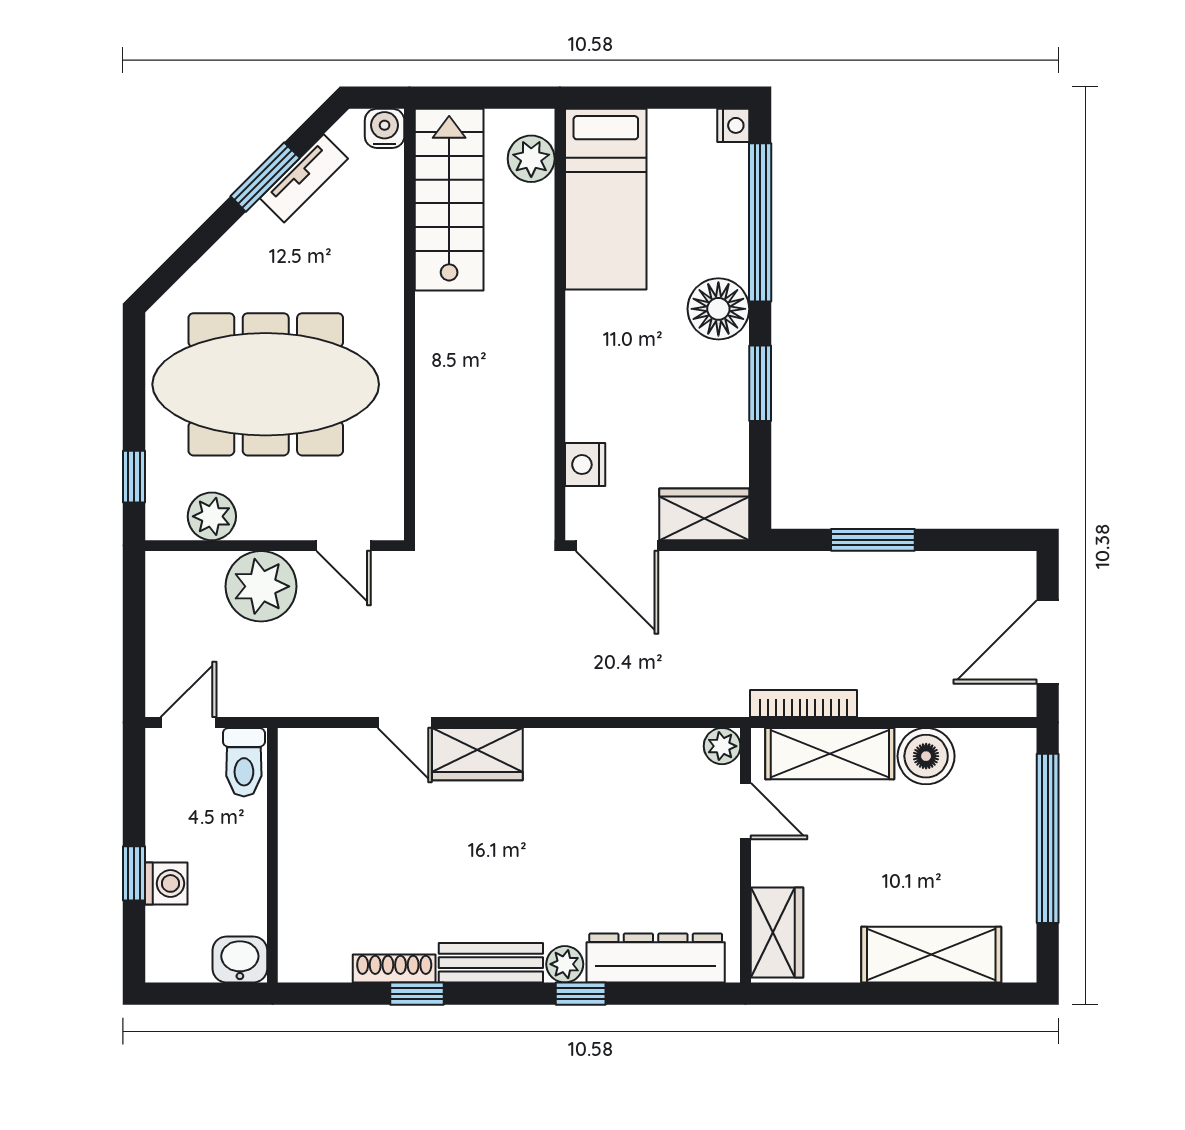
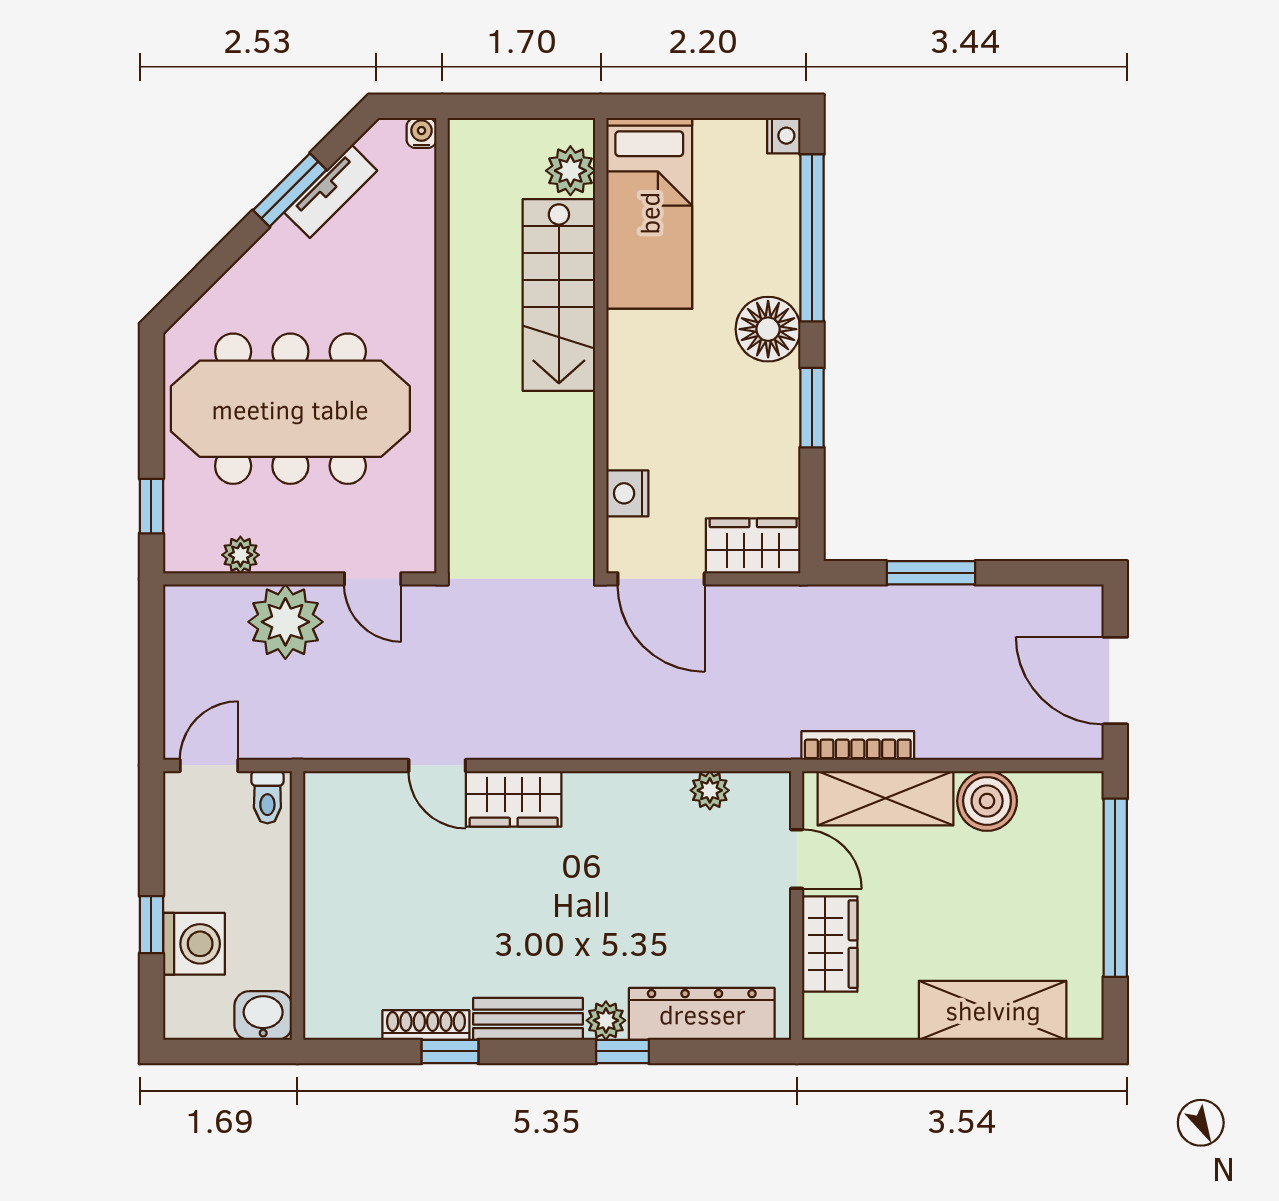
water cooler: (385, 128) -> (422, 133), width x0.72, depth x0.72
stairs: (449, 200) -> (559, 295), moved, turned 180
plant: (212, 516) -> (240, 555), width x0.73, depth x0.73
door: (1048, 642) -> (1115, 681), hinge flipped
plant: (722, 746) -> (710, 790), moved
toilet: (244, 762) -> (267, 797), width x0.73, depth x0.72
washing machine: (166, 883) -> (194, 944), width x1.38, depth x1.38
wardrobe: (777, 933) -> (830, 944), moved

